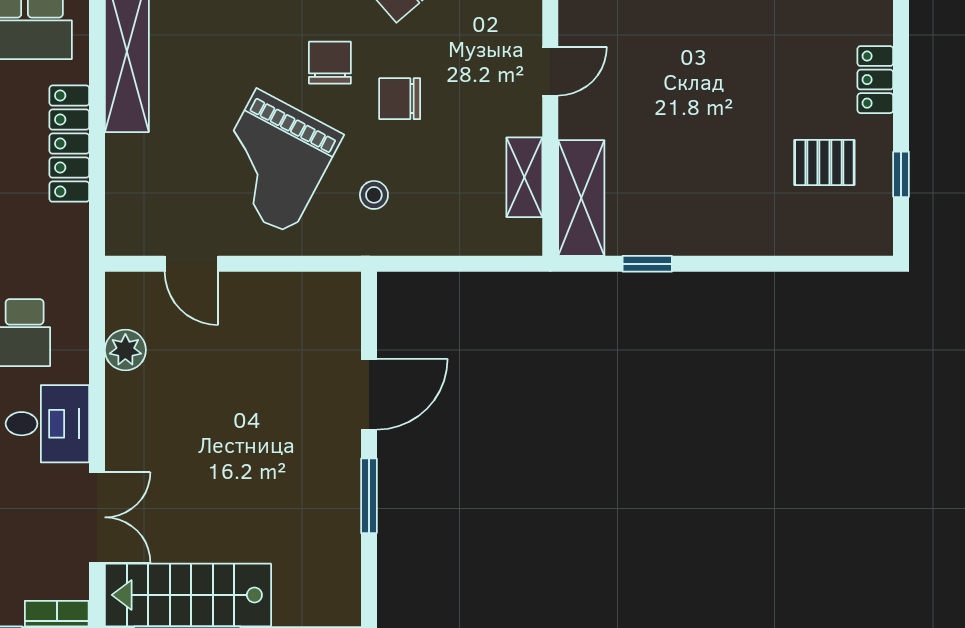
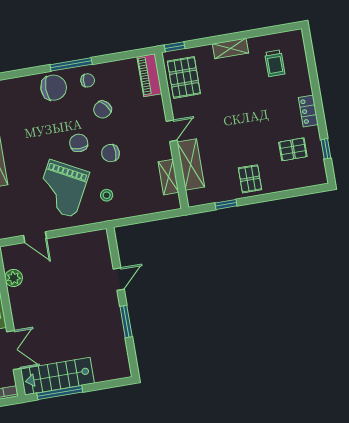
shelving: (581, 198) -> (191, 164), moved
pallet: (713, 214) -> (250, 179), added
door: (369, 394) -> (119, 279), width x0.73

